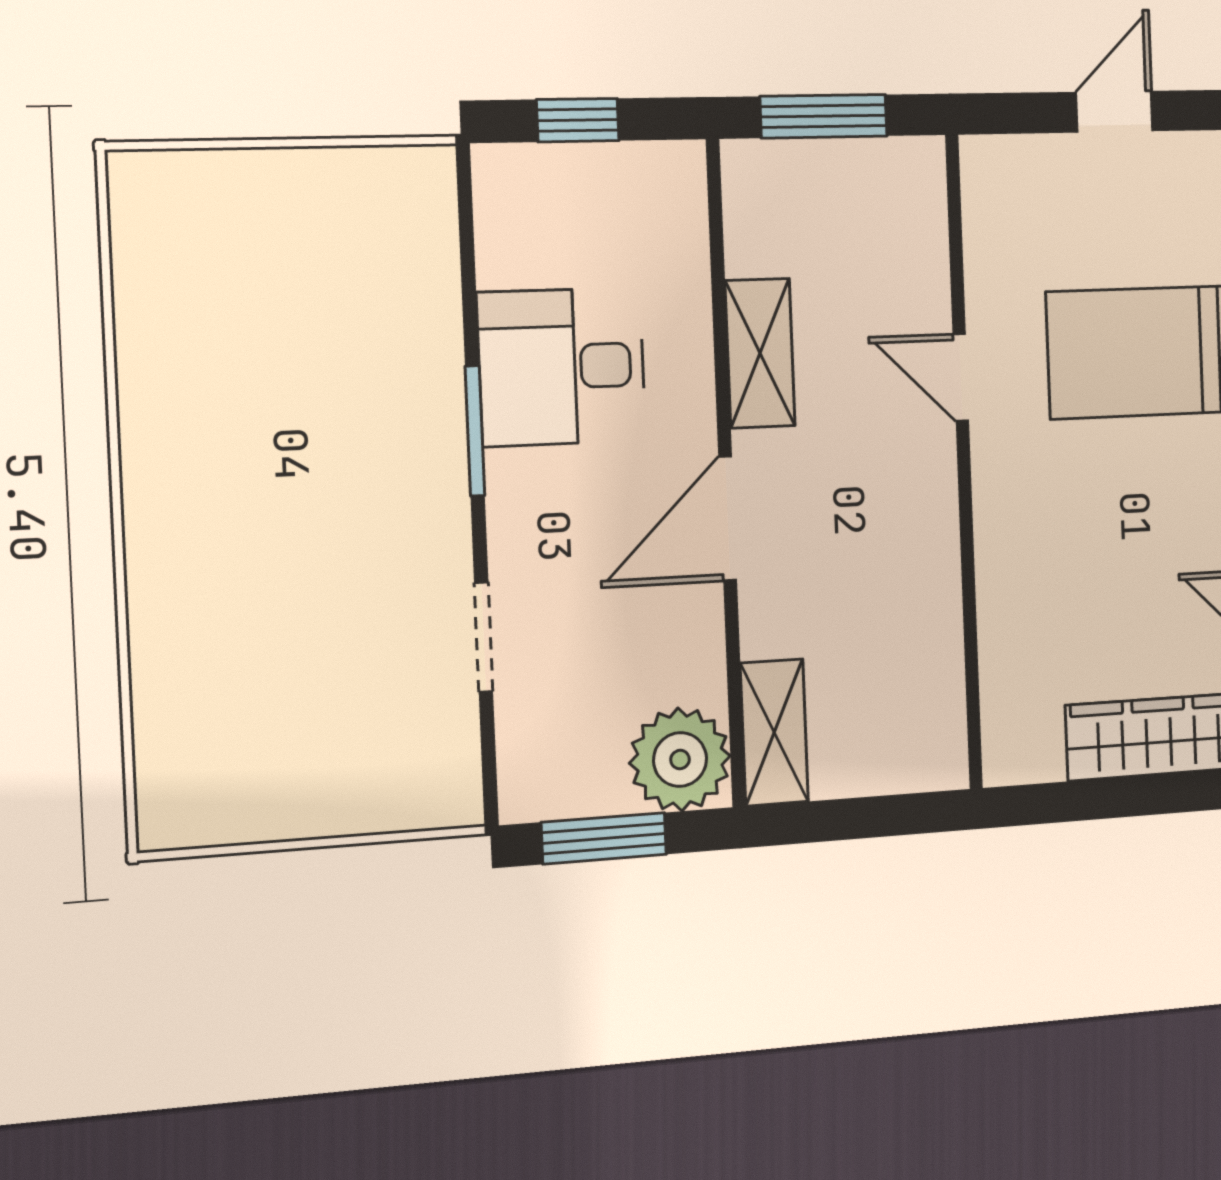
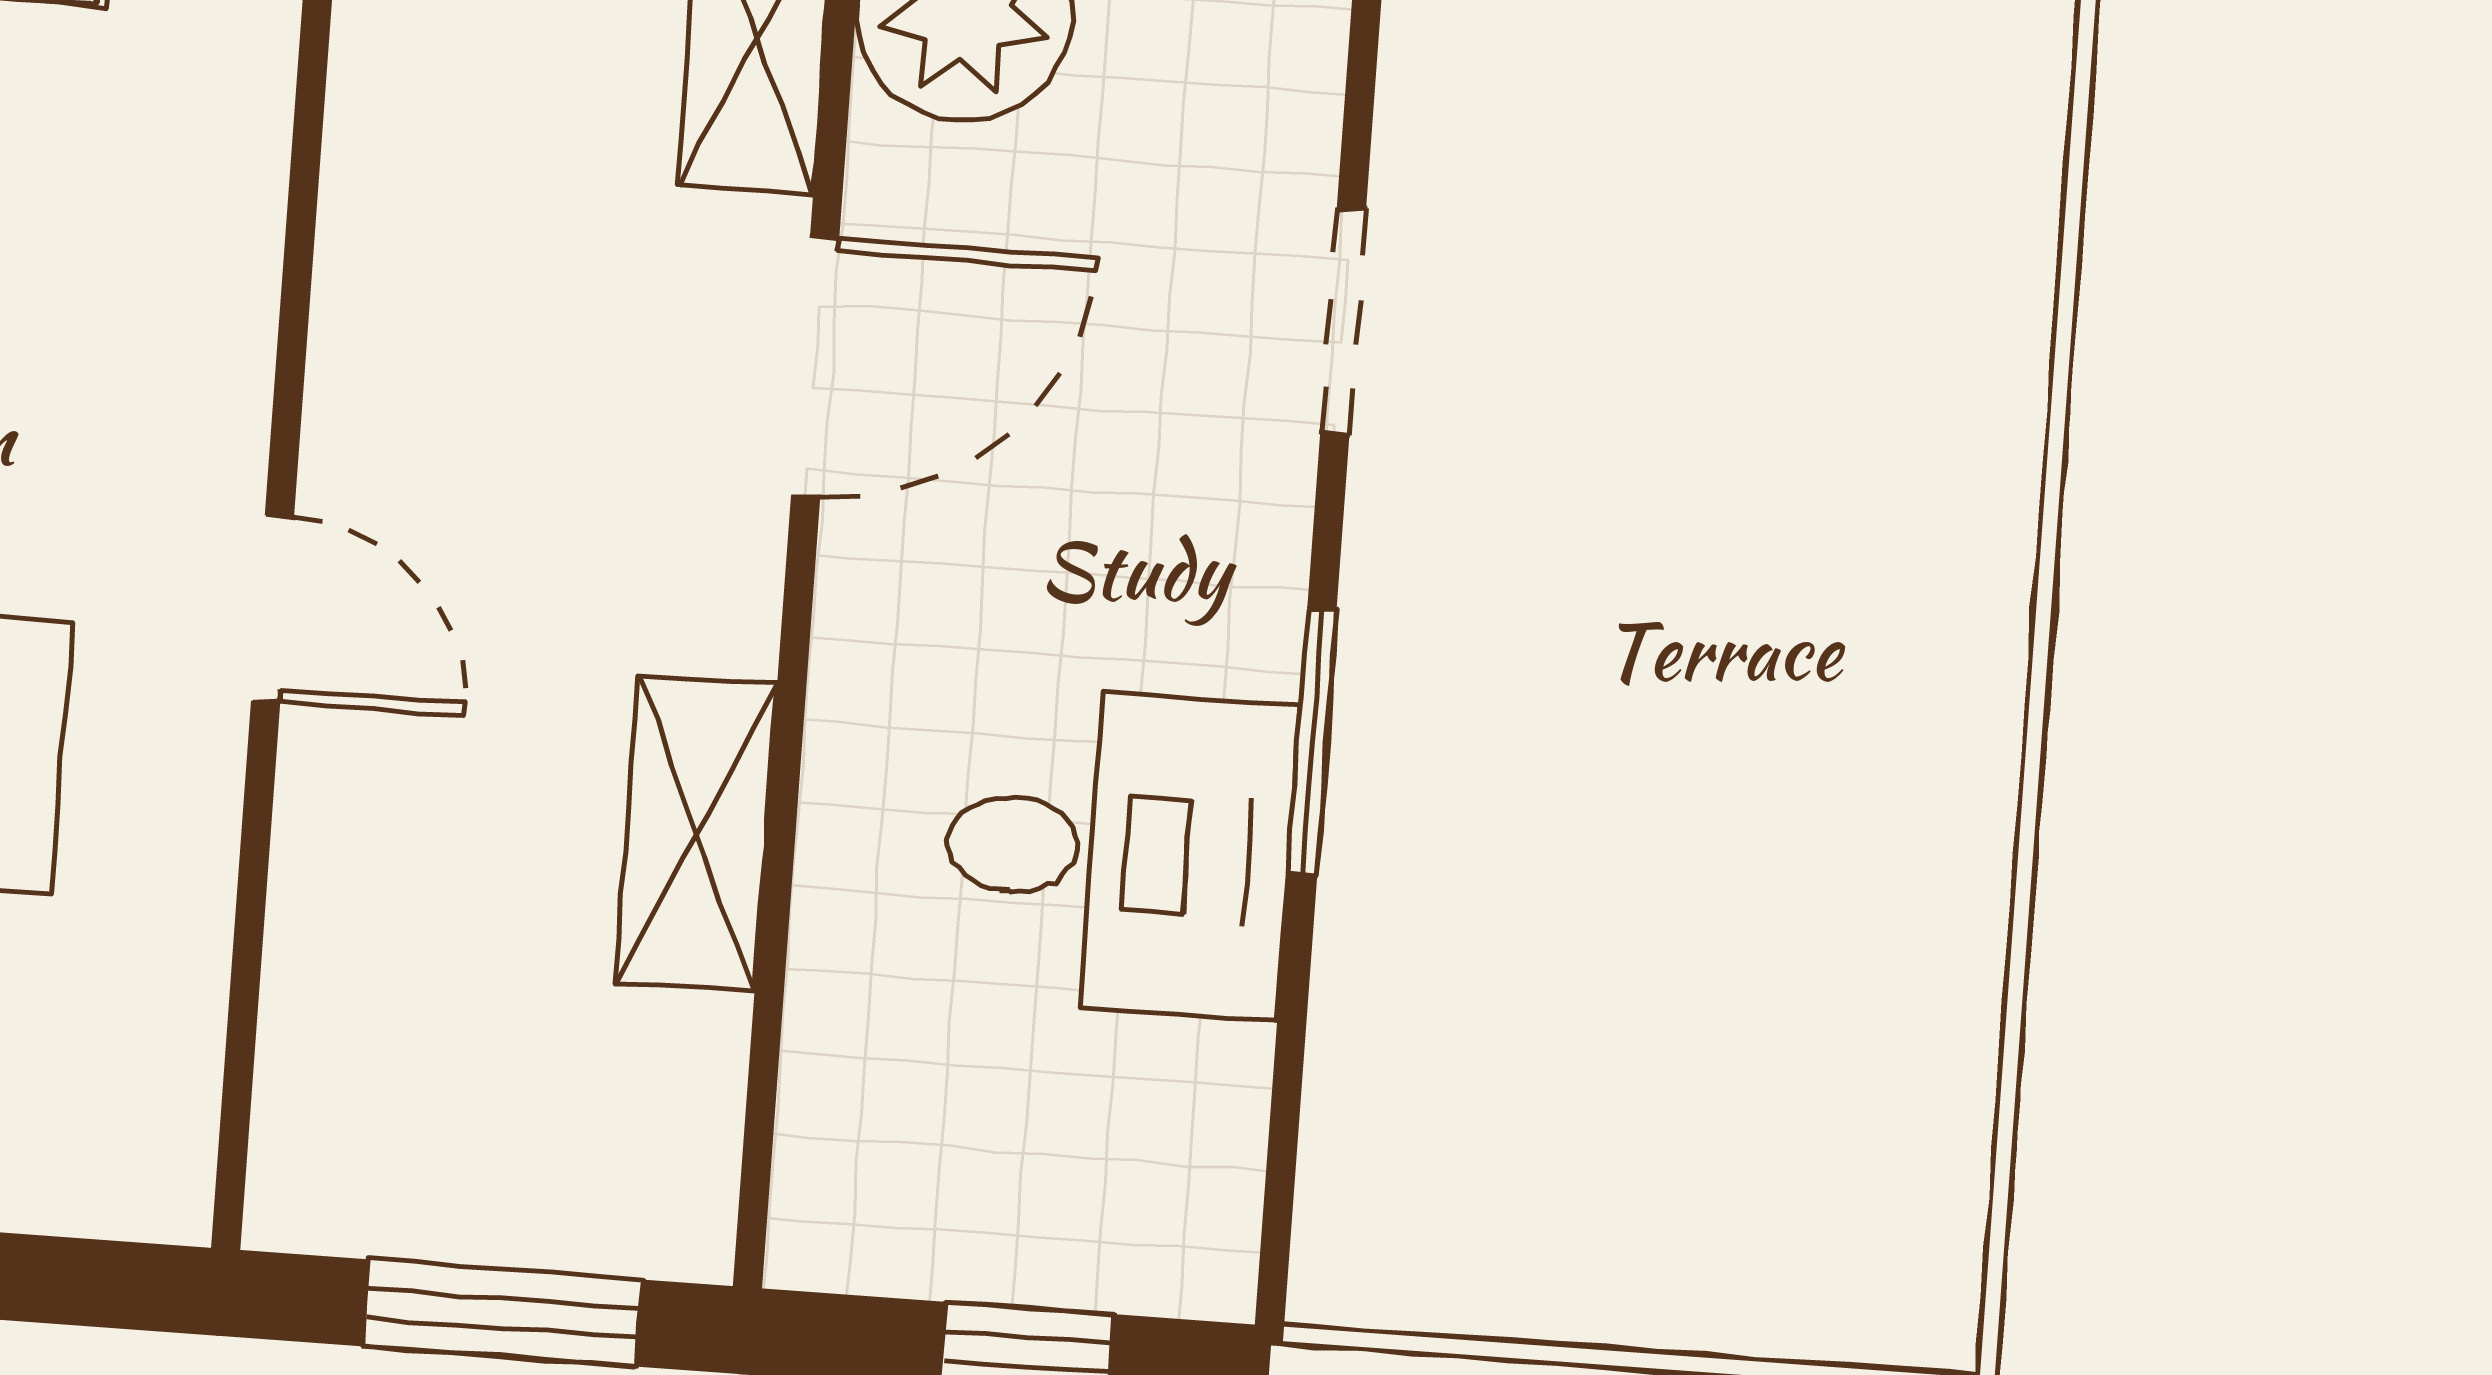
door: (961, 377) -> (273, 609), moved
door: (728, 518) -> (815, 367), moved

